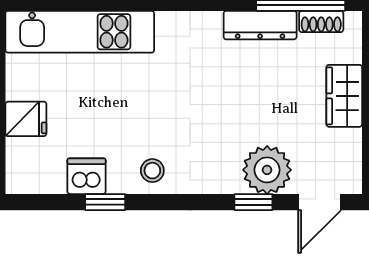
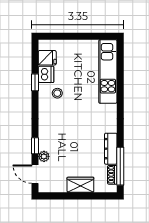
fridge: (26, 119) -> (47, 58), moved, turned -90
plant: (267, 170) -> (44, 156), width x0.53, depth x0.53
stool: (152, 171) -> (57, 93), moved

